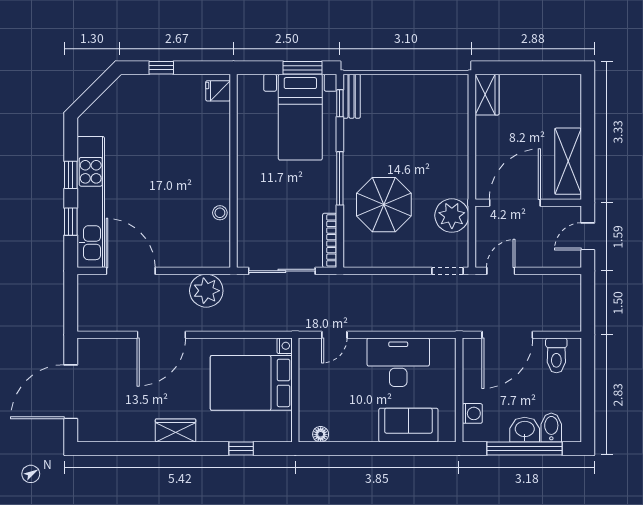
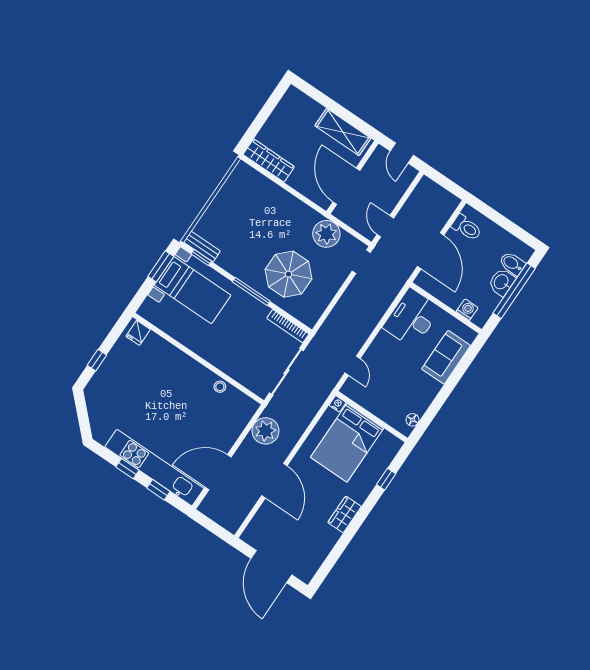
wardrobe: (487, 95) -> (269, 161), width x1.50
desk: (398, 362) -> (412, 318), moved

